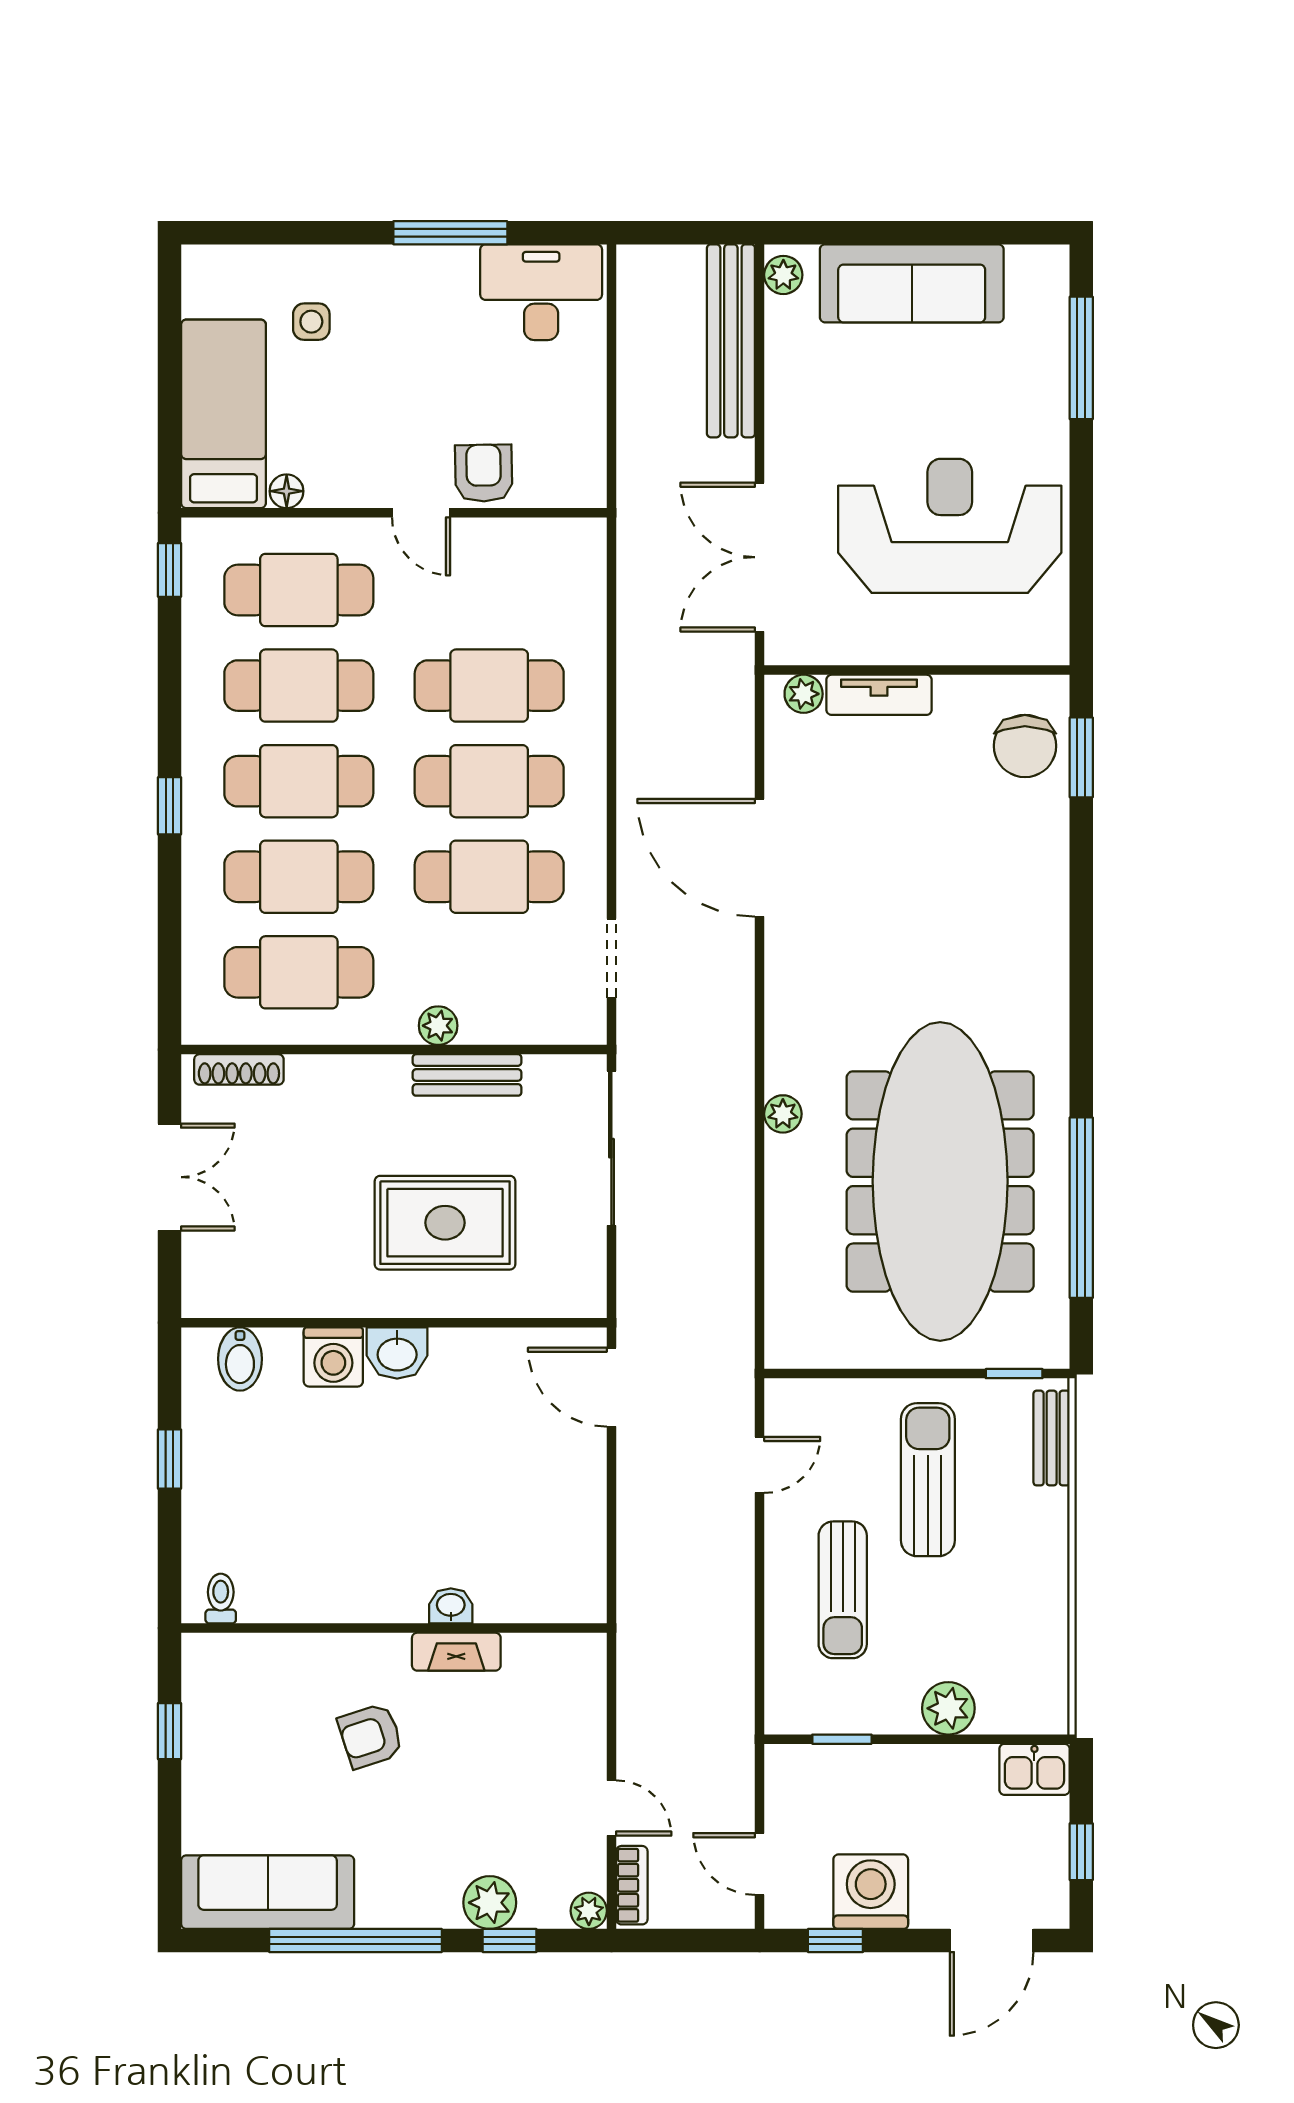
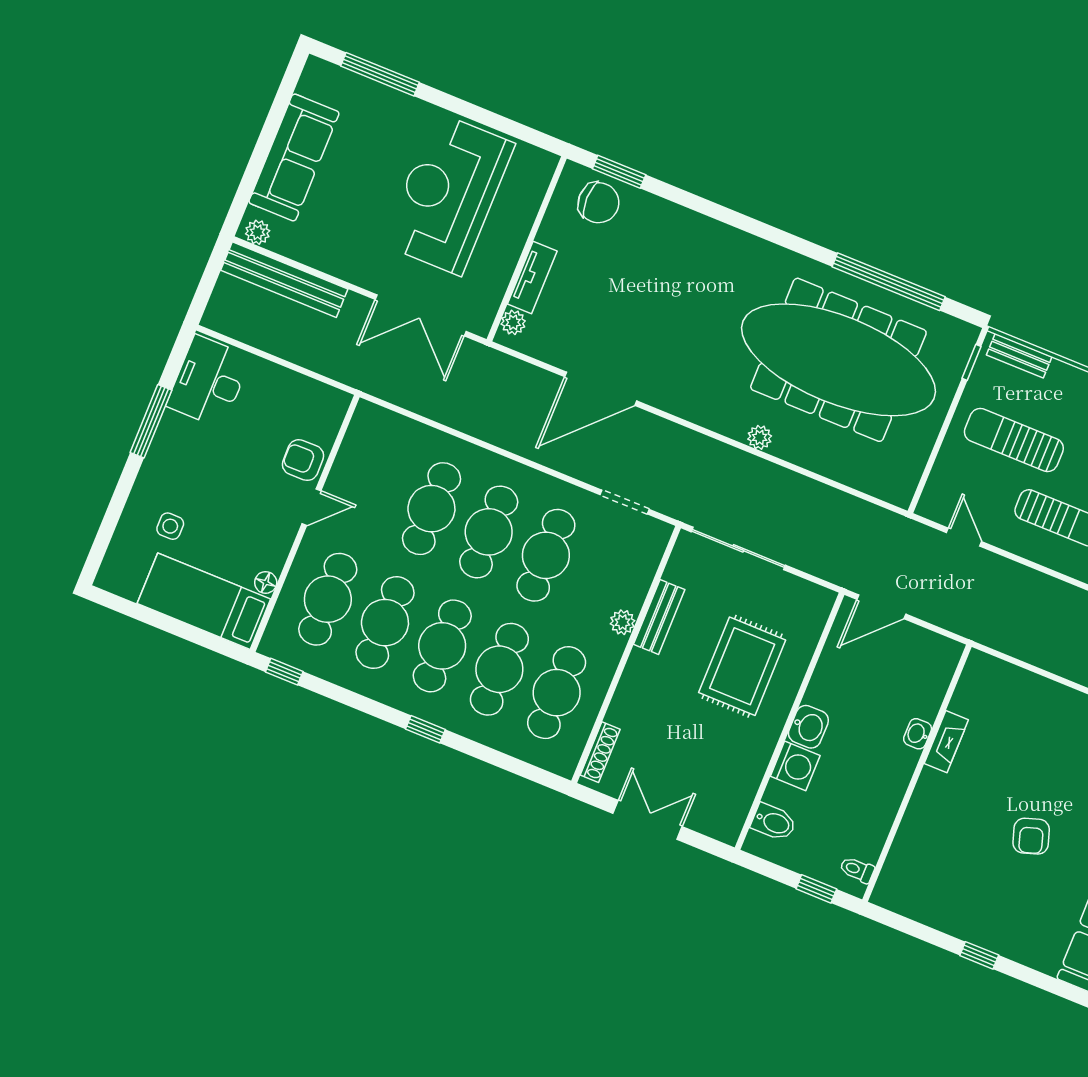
toilet: (221, 1599) -> (857, 870), moved
washbasin: (451, 1606) -> (918, 734), moved
wall: (394, 1628) -> (917, 773), moved
fireplace: (456, 1652) -> (946, 742), moved

